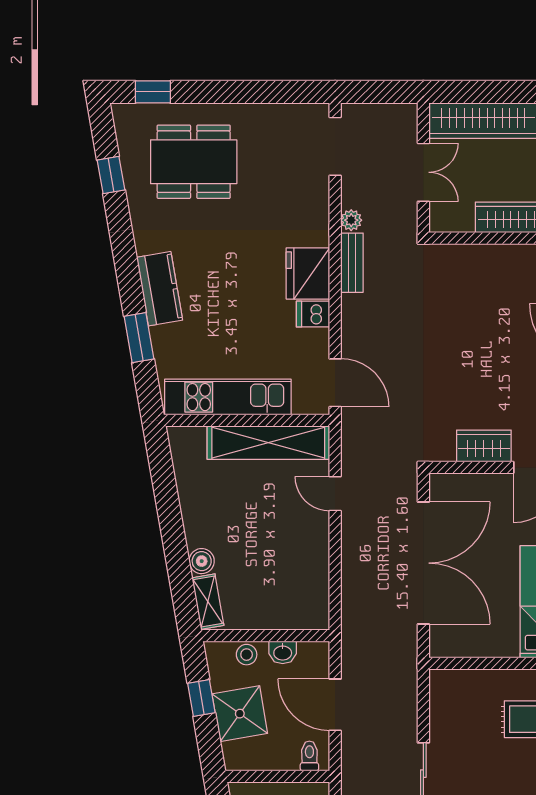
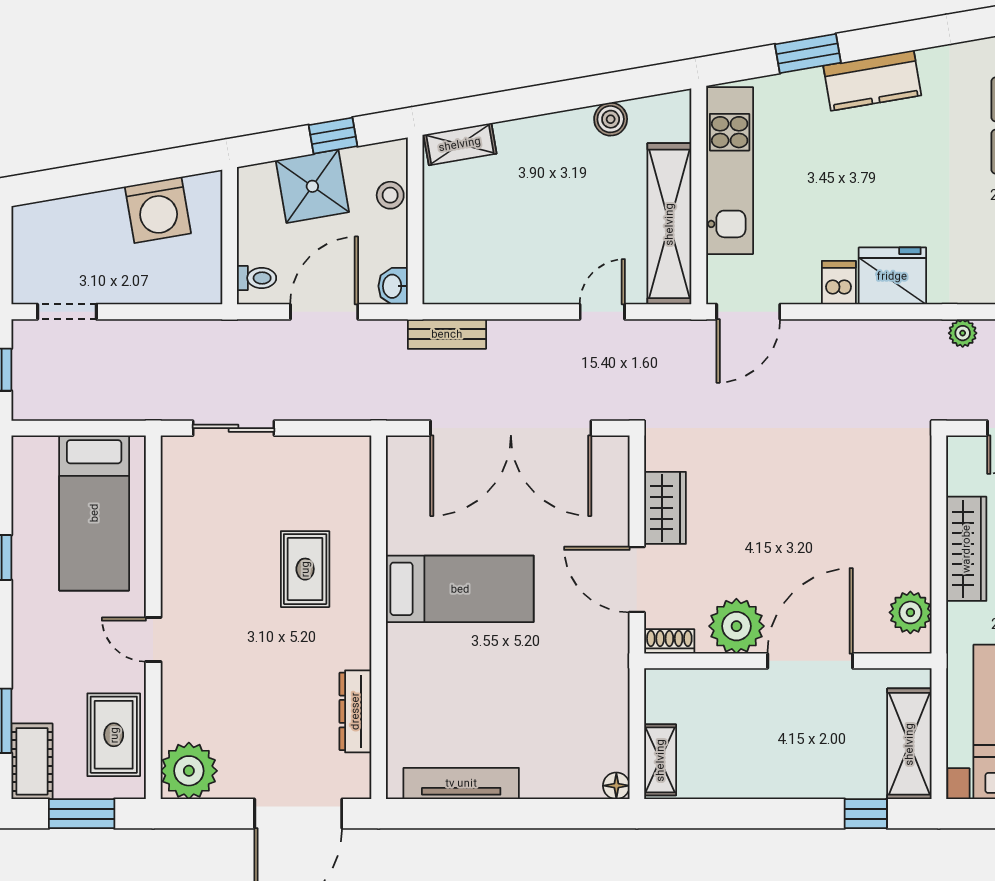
bench: (352, 263) -> (447, 334), moved
boiler: (202, 561) -> (611, 119), moved
washbasin: (283, 652) -> (393, 286), moved

